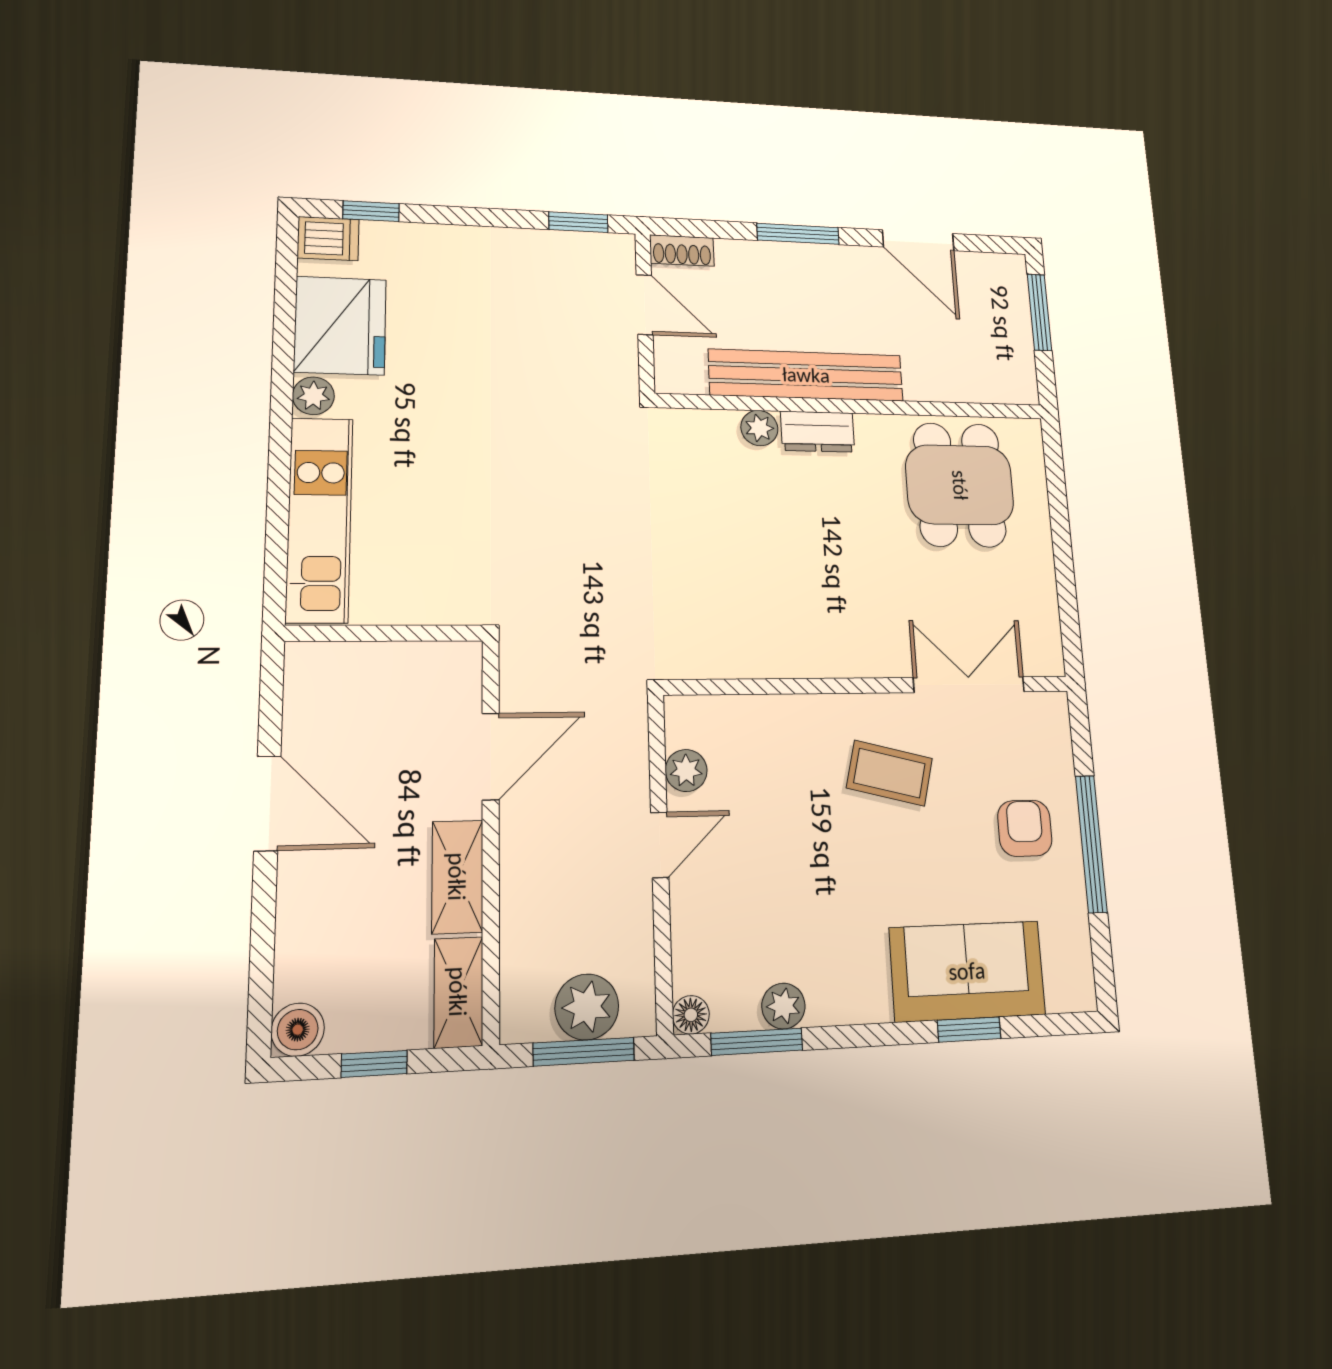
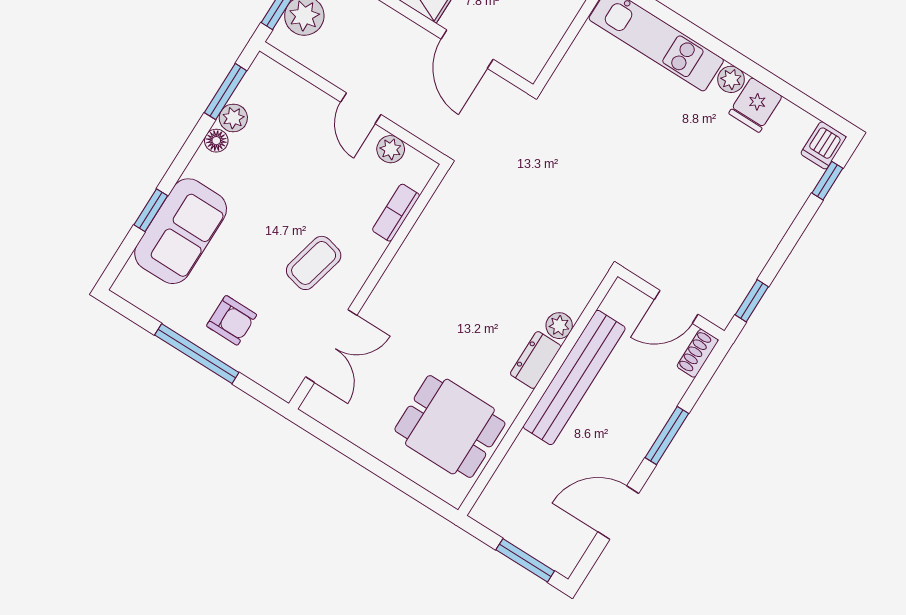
fridge: (340, 326) -> (755, 105), width x0.53, depth x0.75
bookcase: (760, 711) -> (396, 213), added
floor lamp: (691, 1015) -> (216, 141), moved

